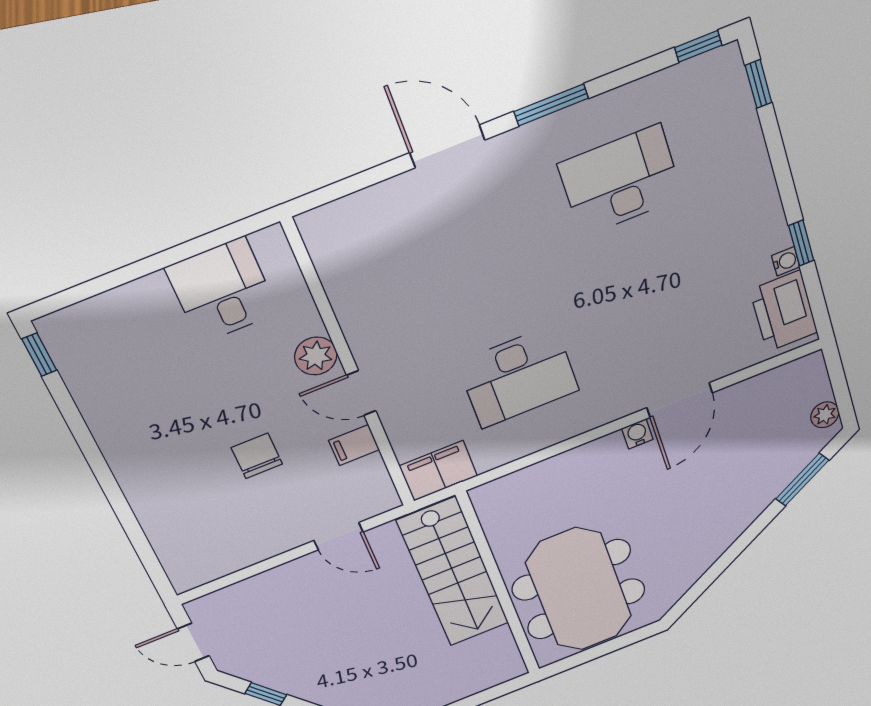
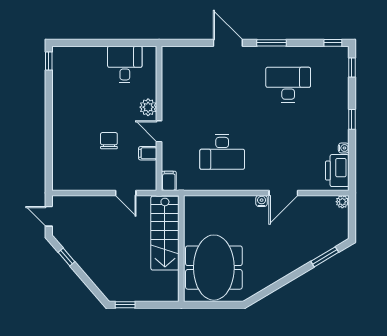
window: (801, 243) -> (352, 119), moved
plant: (825, 415) -> (342, 202), moved
filing cabinet: (438, 471) -> (169, 181), width x0.50

